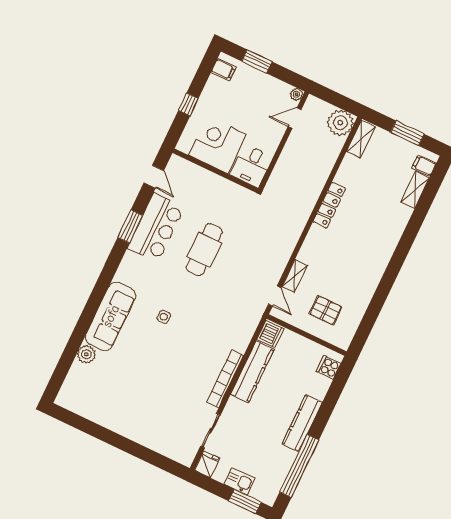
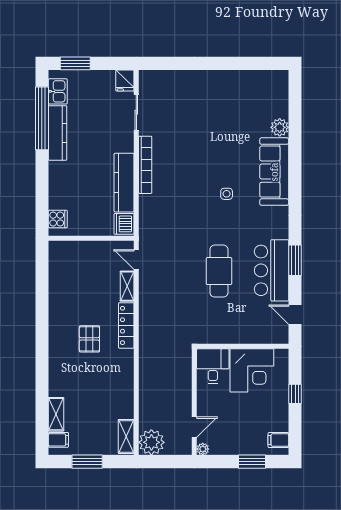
locker: (329, 205) -> (126, 325), moved
pallet: (326, 310) -> (89, 339), moved, turned 90
kitchen counter: (302, 423) -> (58, 133), moved
kitchen sink: (240, 481) -> (58, 91), moved, turned -90

